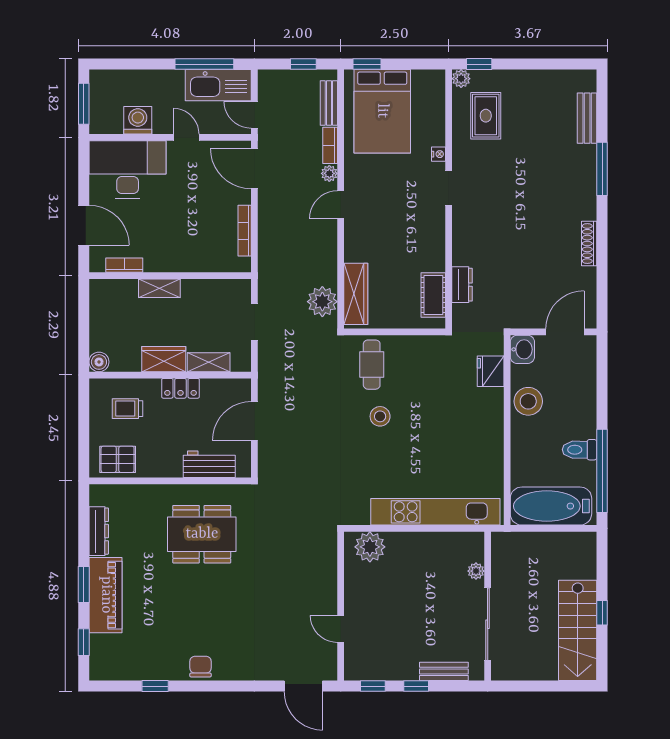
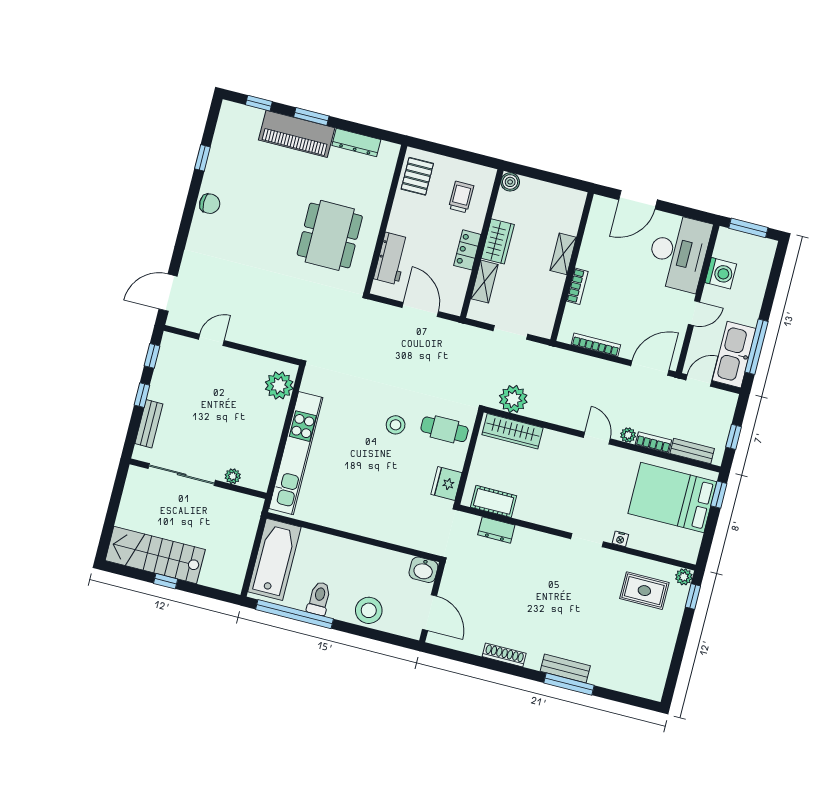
bench: (587, 118) -> (565, 669), moved
bookcase: (124, 265) -> (577, 286), moved
fridge: (491, 371) -> (446, 484), moved, turned -90
stool: (528, 401) -> (369, 610), moved

